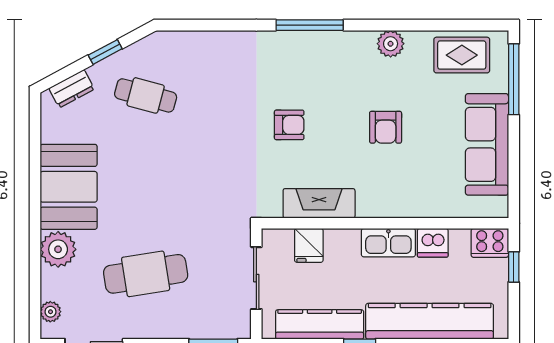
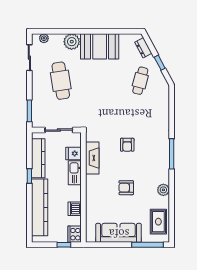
kitchen sink: (388, 243) -> (75, 173), moved

